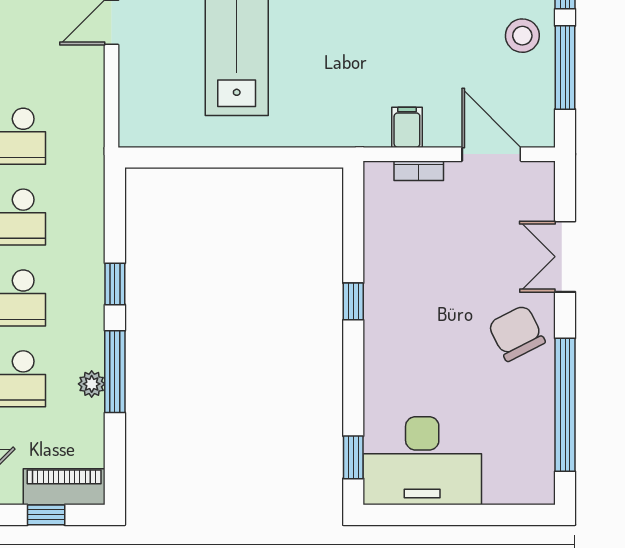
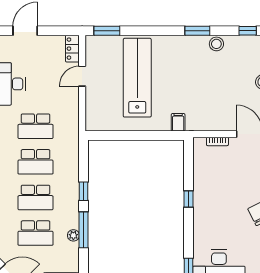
filing cabinet: (407, 127) -> (178, 122), moved

